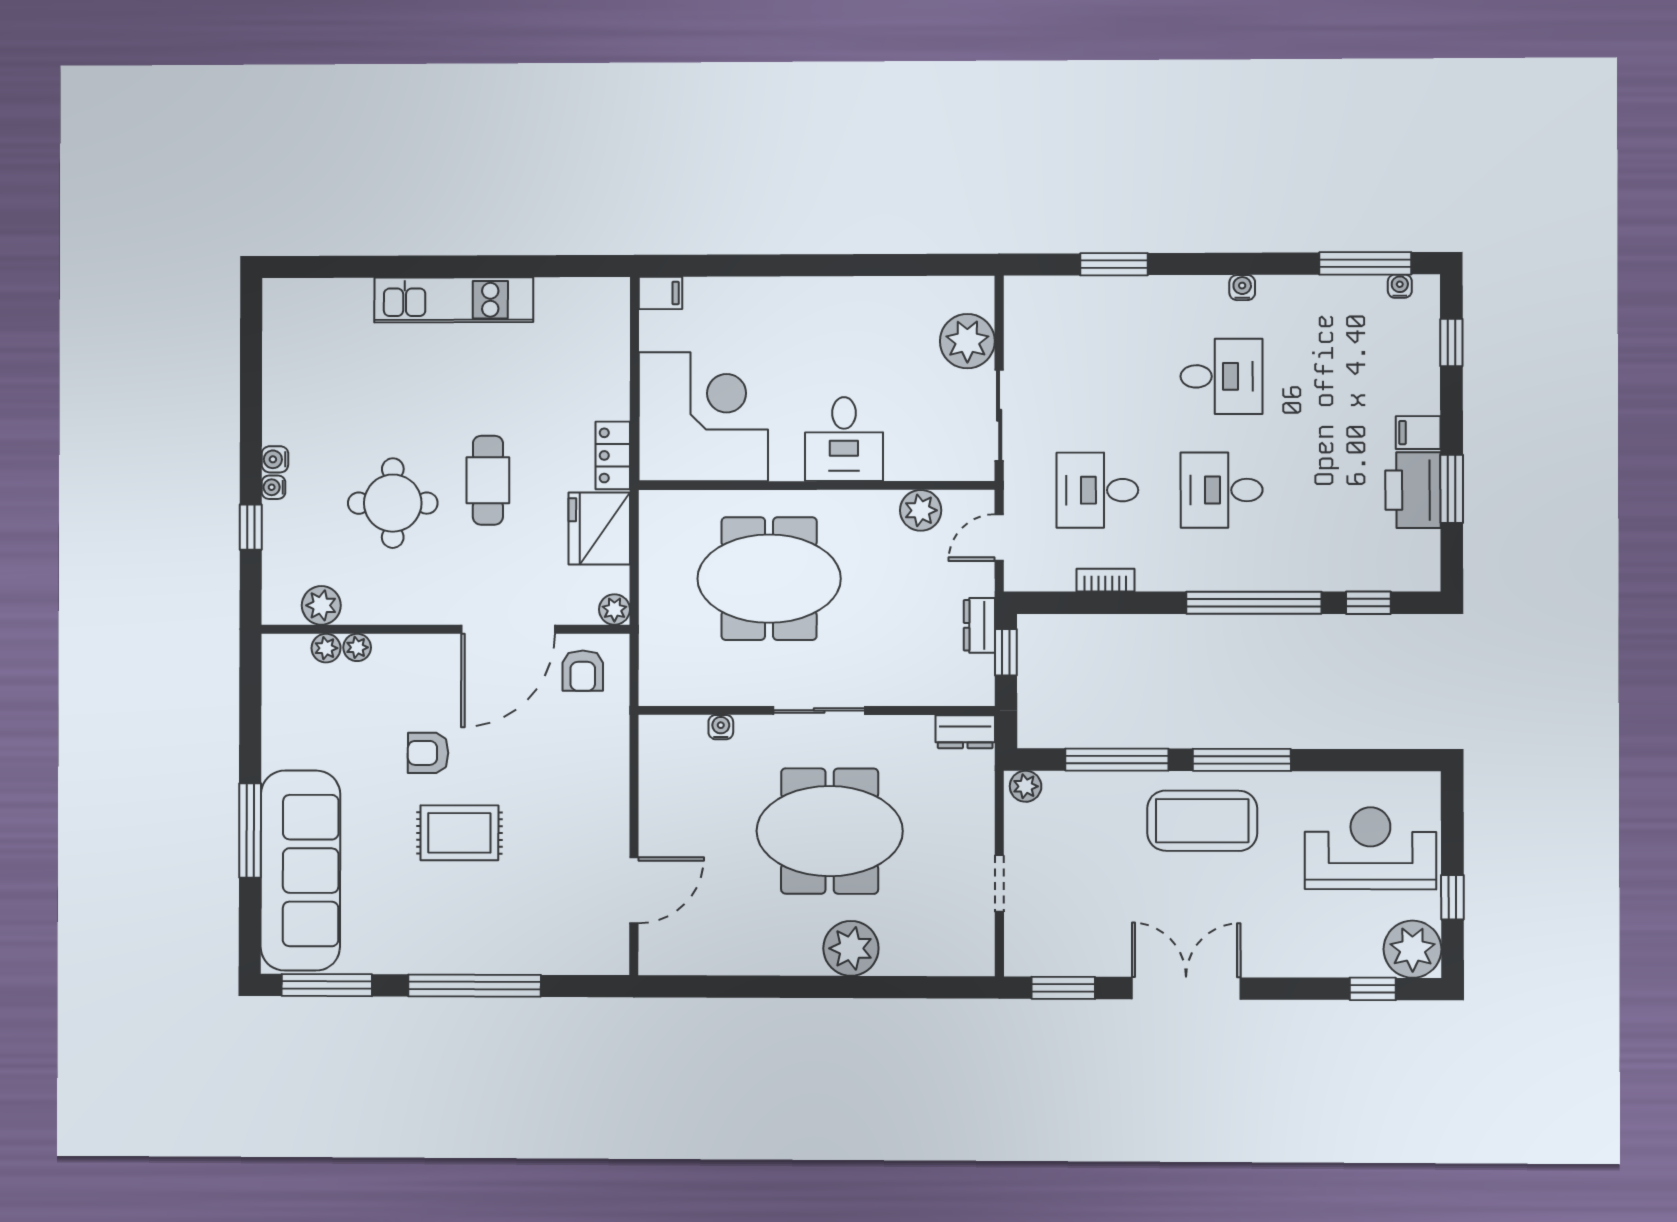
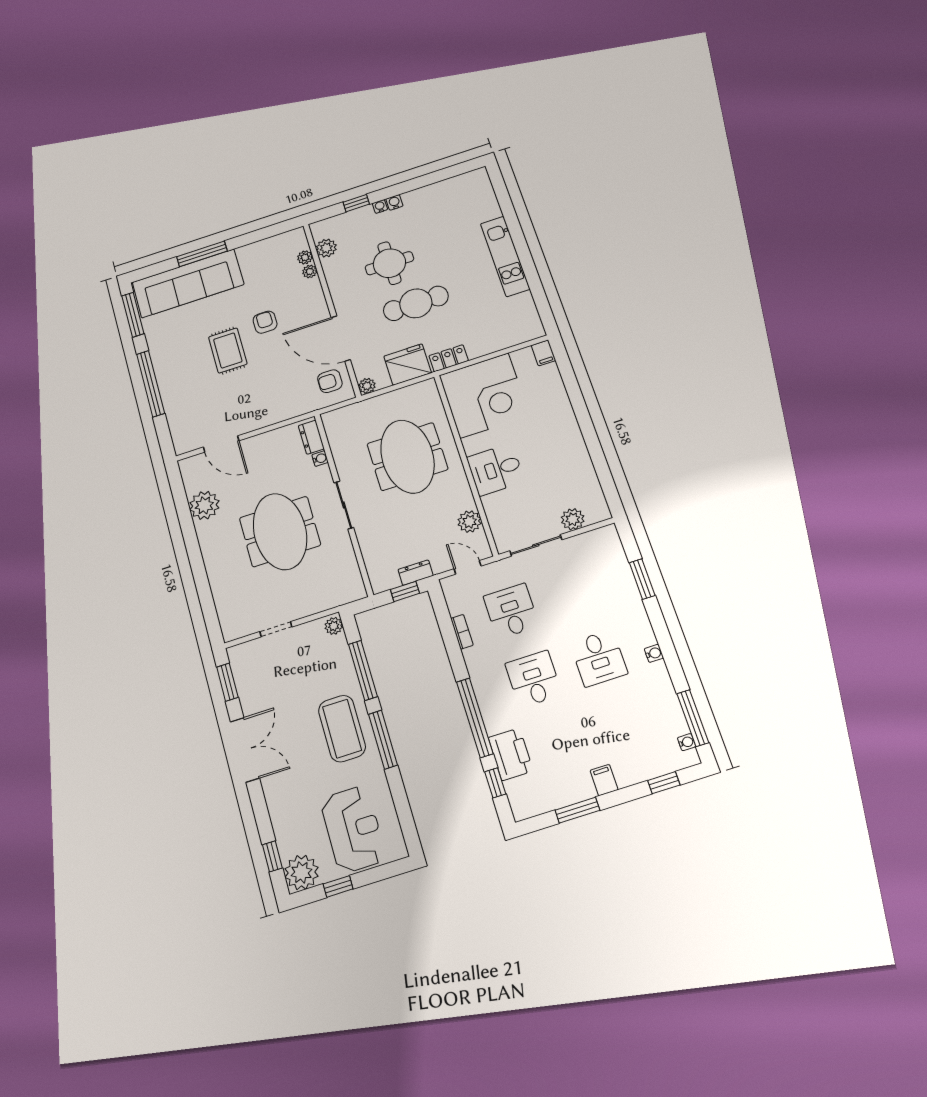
plant: (967, 341) -> (573, 519), width x0.73, depth x0.73
cafe table: (488, 480) -> (416, 303), width x1.37, depth x1.35
printer: (1413, 490) -> (511, 754), moved, turned 90
dresser: (965, 732) -> (311, 437), moved
plant: (851, 948) -> (204, 505), moved

